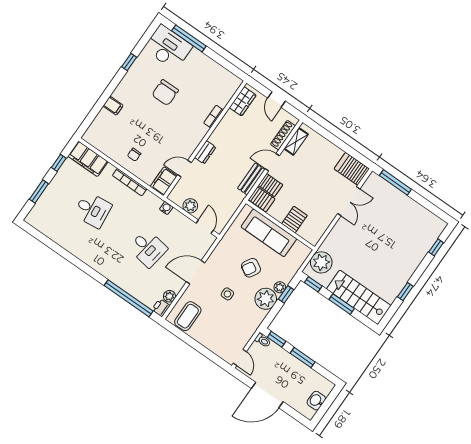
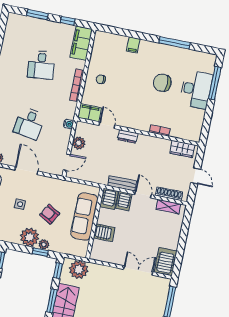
desk: (168, 47) -> (196, 89), moved
window: (129, 62) -> (175, 43), width x2.17
door: (276, 99) -> (196, 176), swing flipped
double door: (349, 201) -> (138, 271), swing flipped

